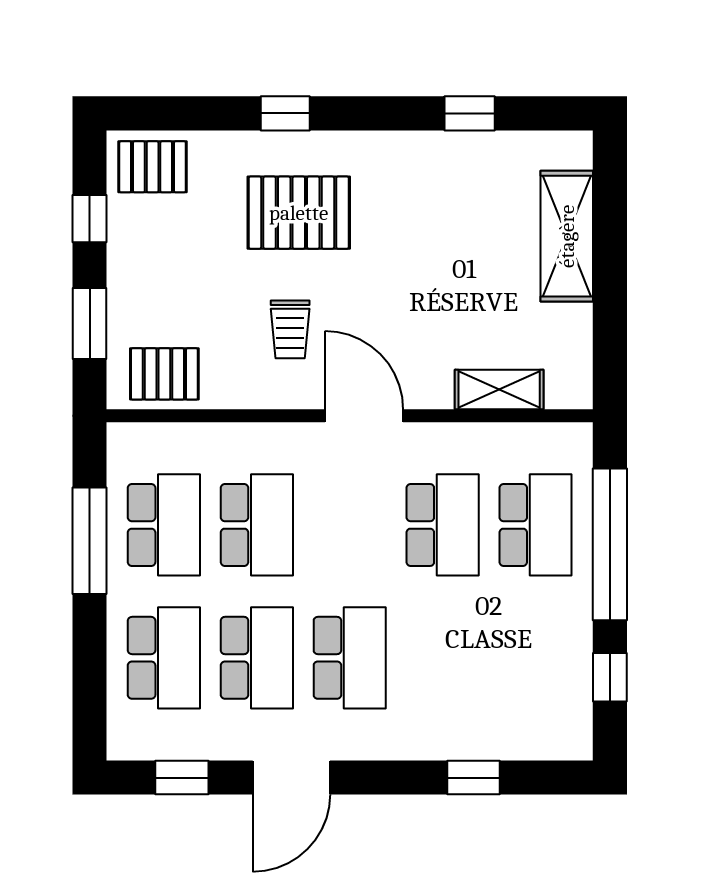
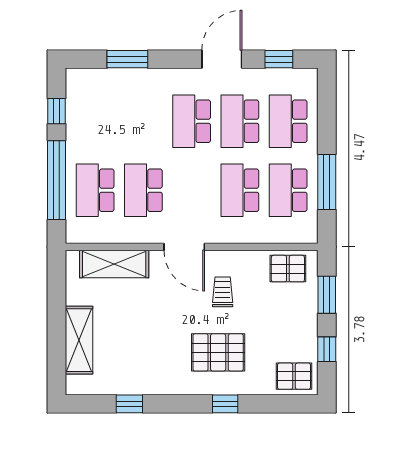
shelving: (499, 390) -> (114, 264), width x1.50, depth x1.33
window: (473, 778) -> (127, 59), width x1.50

